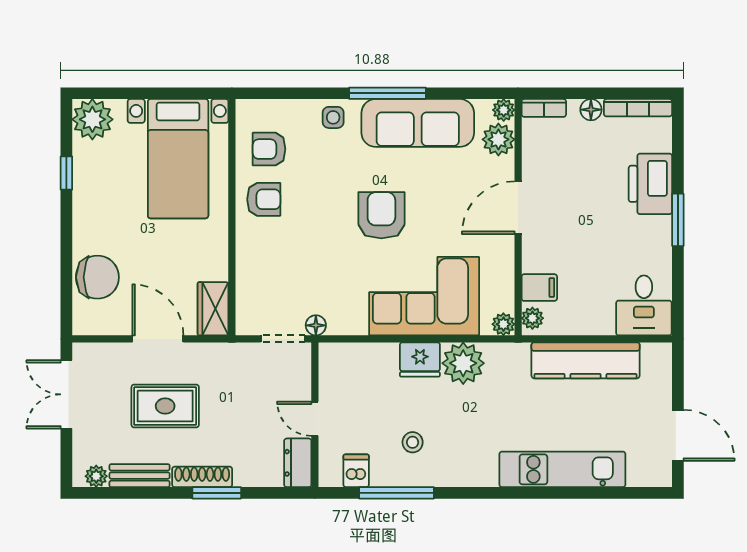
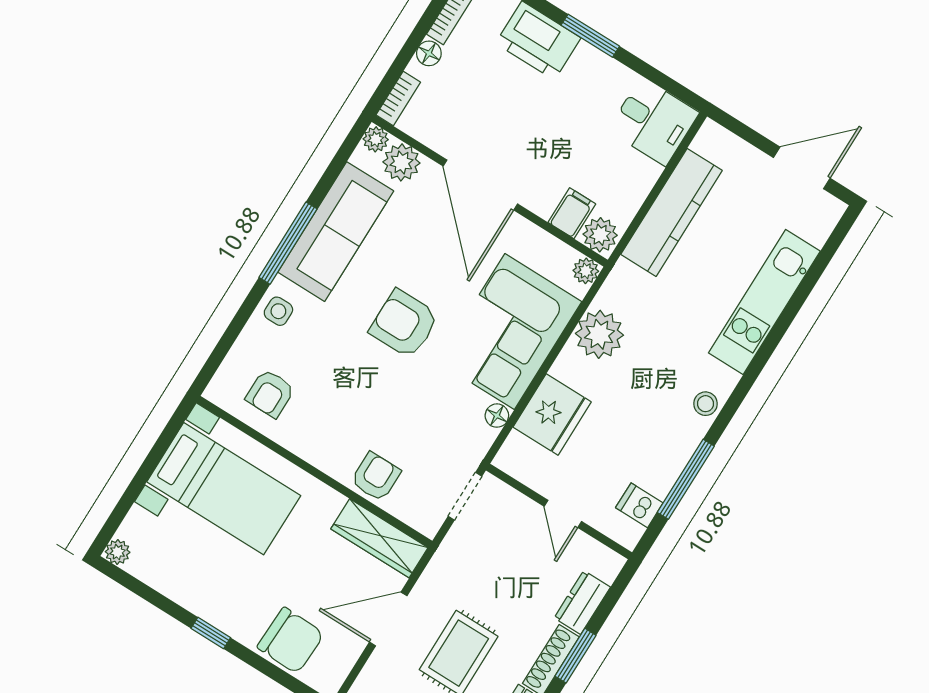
plant: (92, 119) -> (118, 552), width x0.53, depth x0.53
window: (66, 173) -> (211, 633), moved
armchair: (264, 199) -> (376, 477), moved
door: (518, 208) -> (480, 185), width x1.36
chair: (97, 277) -> (291, 641), turned 92
wardrobe: (213, 309) -> (379, 538), width x1.50
plant: (532, 318) -> (600, 235), width x1.38, depth x1.38
floor lamp: (316, 325) -> (497, 416), moved
fridge: (420, 359) -> (552, 414), moved, width x1.36, depth x1.34
door: (315, 419) -> (563, 514), hinge flipped
stool: (413, 442) -> (706, 404), moved
dresser: (298, 463) -> (582, 602), moved, turned 90

